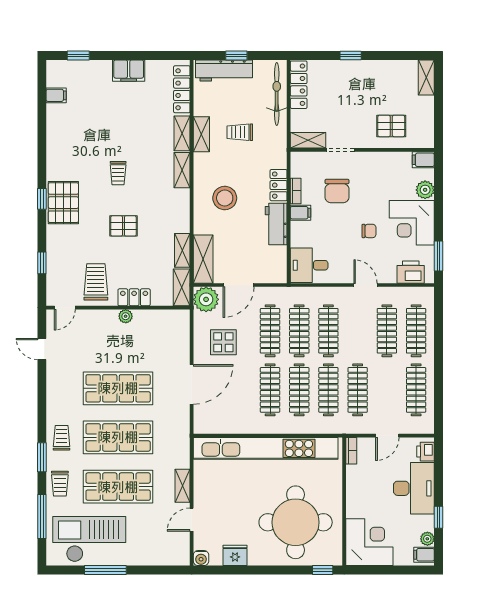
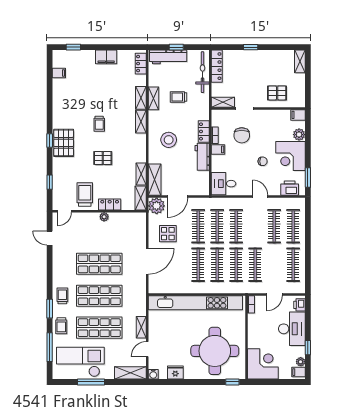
locker: (182, 89) -> (141, 64), width x0.66
shelving: (166, 556) -> (130, 373), added

